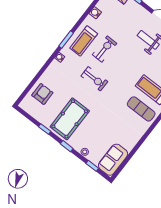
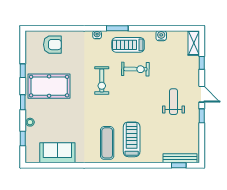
sofa: (113, 160) -> (57, 153), moved

